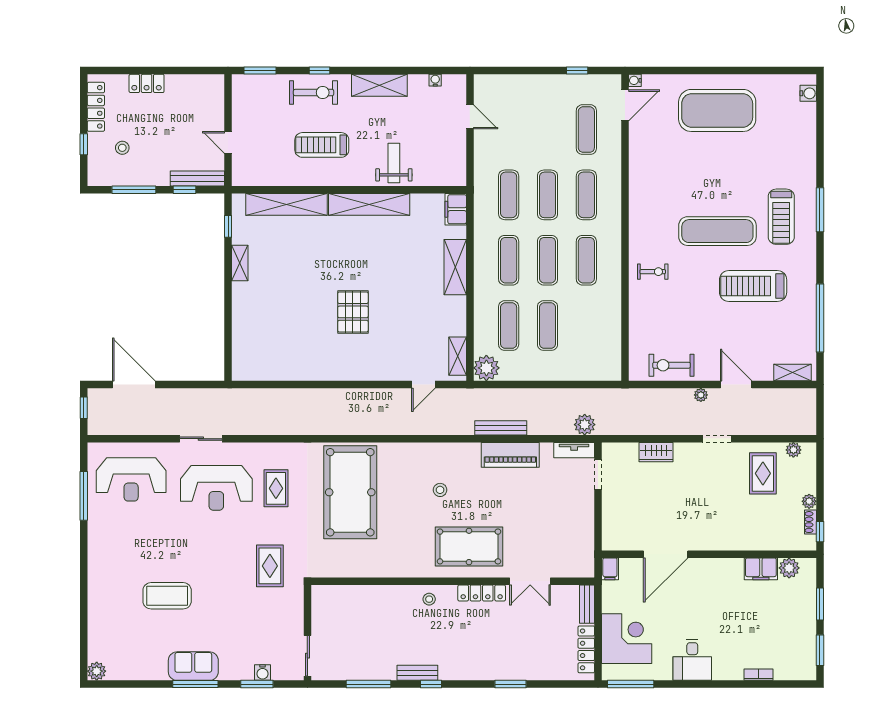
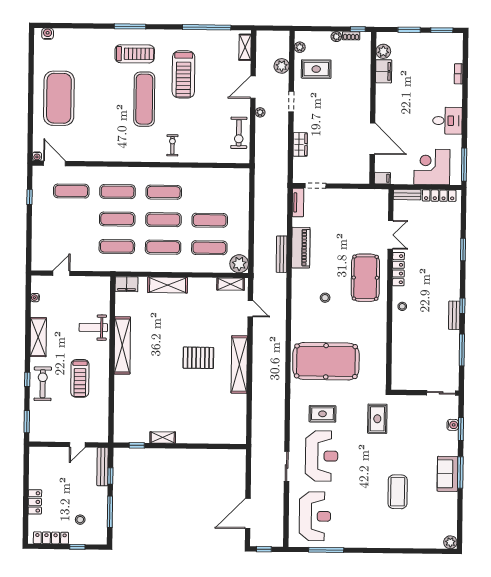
shelving: (286, 204) -> (239, 364), moved
plant: (585, 425) -> (282, 66), moved
rug: (270, 566) -> (377, 419), turned 90

